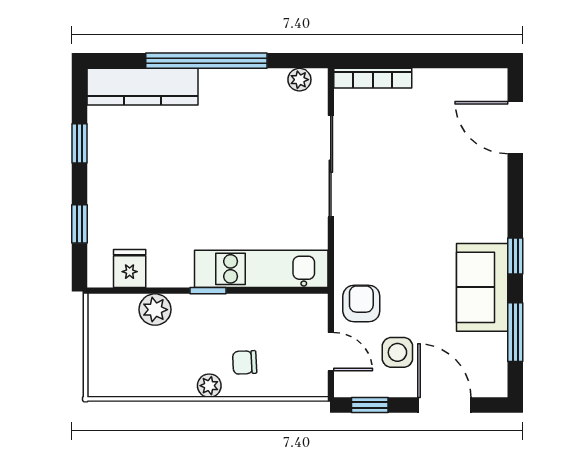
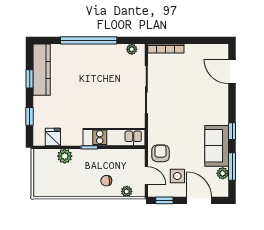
kitchen counter: (142, 87) -> (42, 70), moved, turned -90
plant: (495, 347) -> (223, 173), added
plant: (209, 386) -> (127, 191), moved

